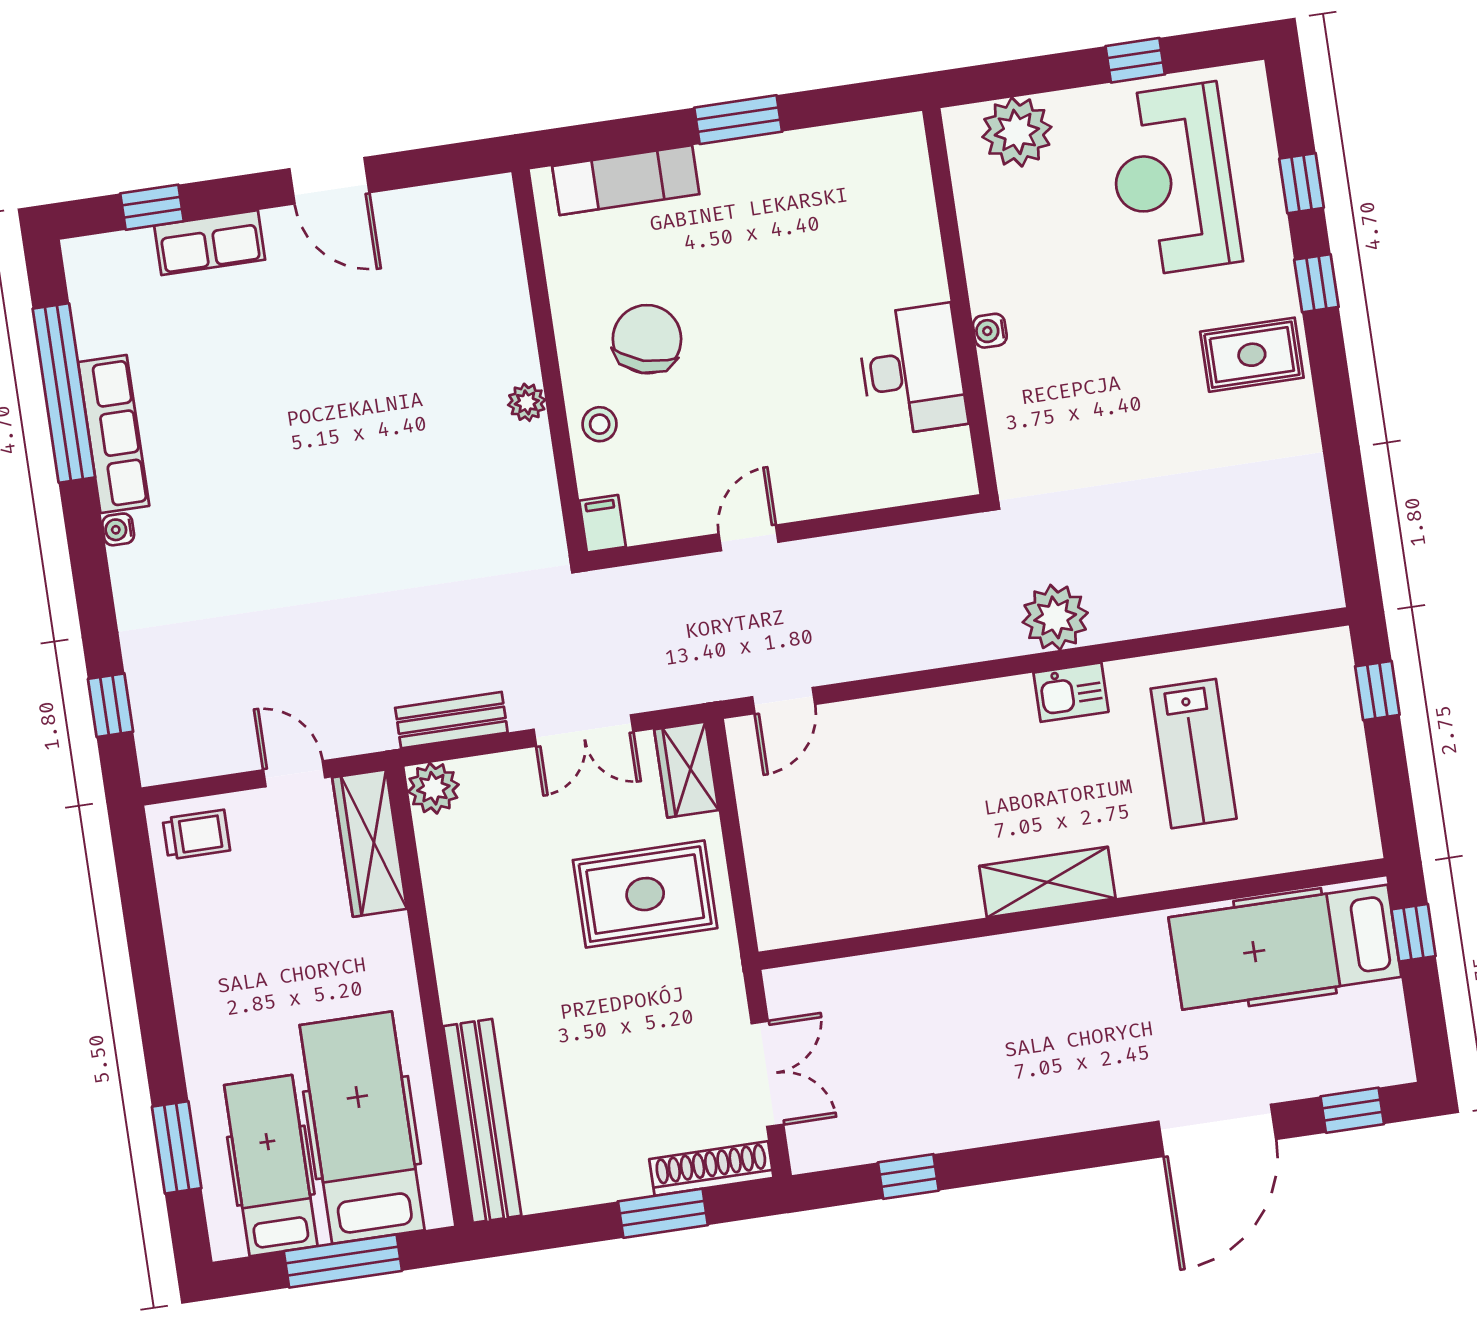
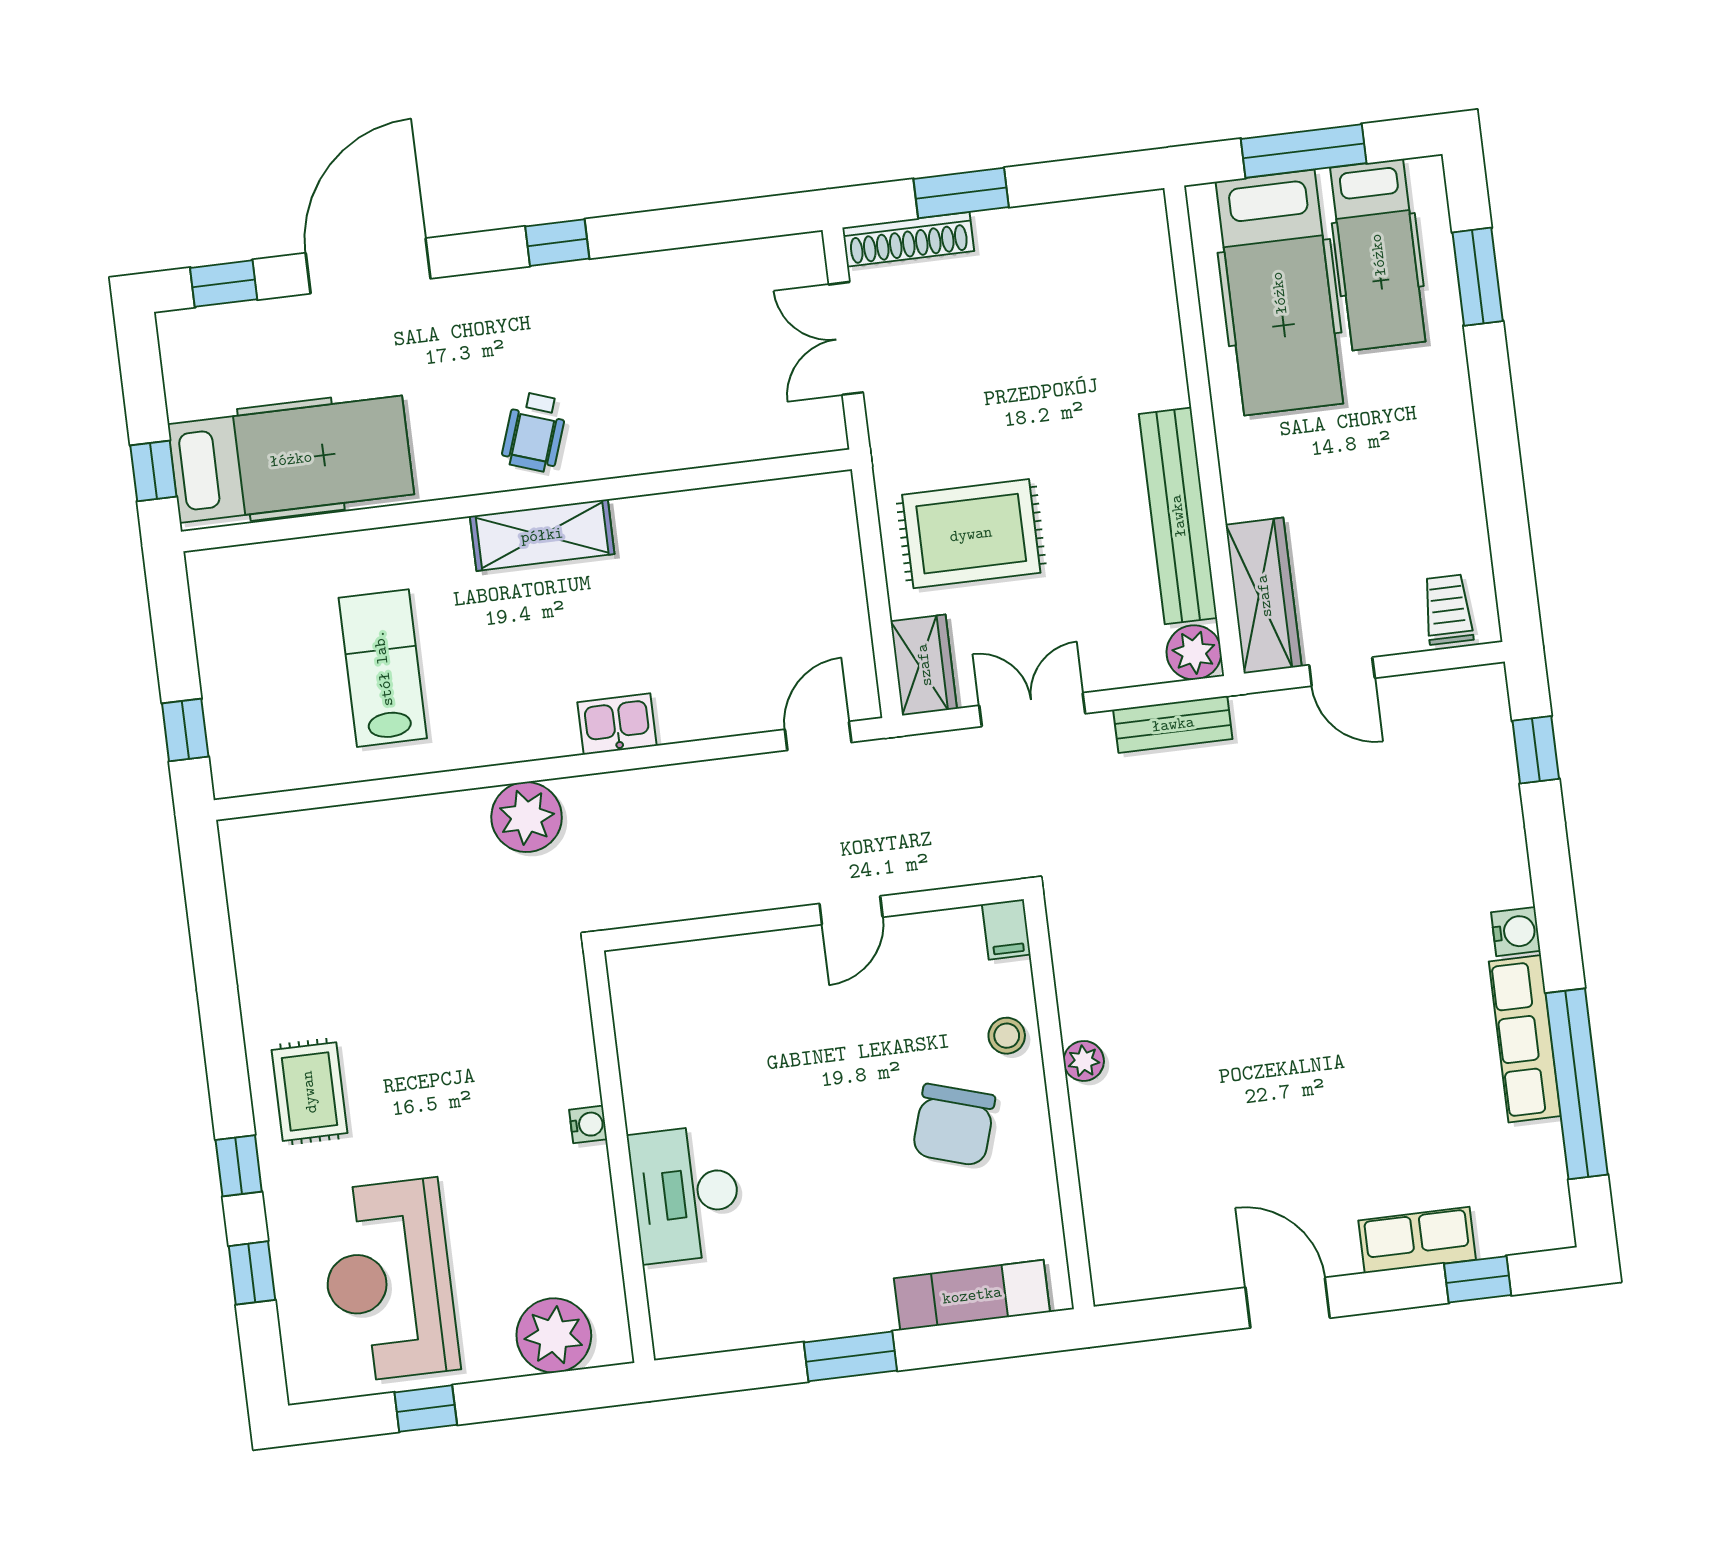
reception desk: (1173, 180) -> (389, 1280), turned 180
rug: (1252, 355) -> (309, 1092), turned 90
desk: (912, 370) -> (686, 1194), moved
water cooler: (118, 529) -> (1516, 932), width x1.38, depth x1.38
kitchen sink: (1071, 692) -> (617, 724), moved
trolley: (196, 835) -> (1448, 610), turned 90
wheelchair: (1057, 979) -> (534, 432), added
bench: (482, 1121) -> (1178, 516), moved
window: (908, 1177) -> (557, 243), moved

